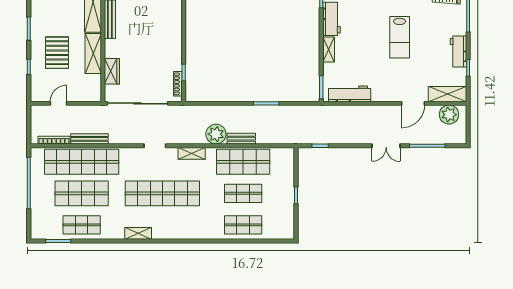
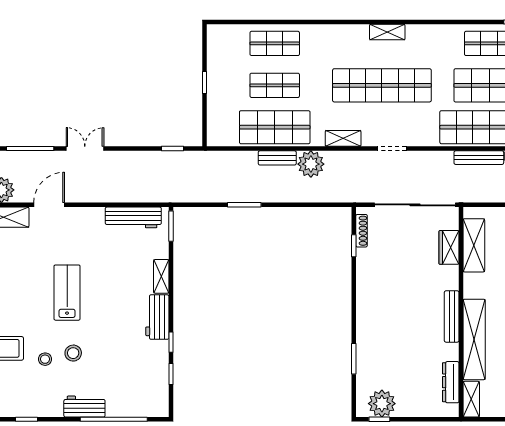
shelving: (93, 54) -> (474, 245), moved
shelving: (138, 233) -> (387, 32), moved

